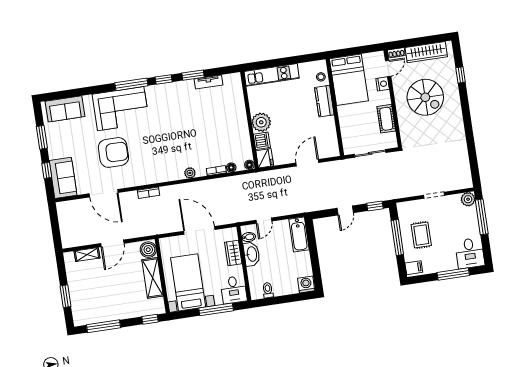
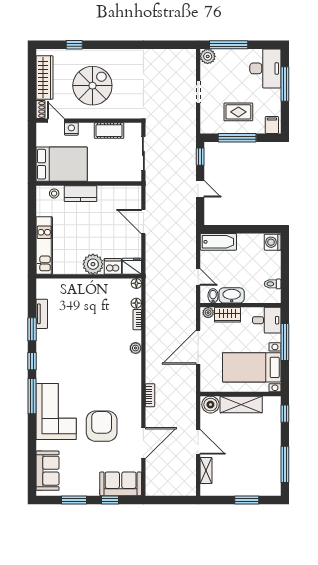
plant: (233, 235) -> (208, 313), added
desk: (470, 253) -> (265, 68), width x1.37

